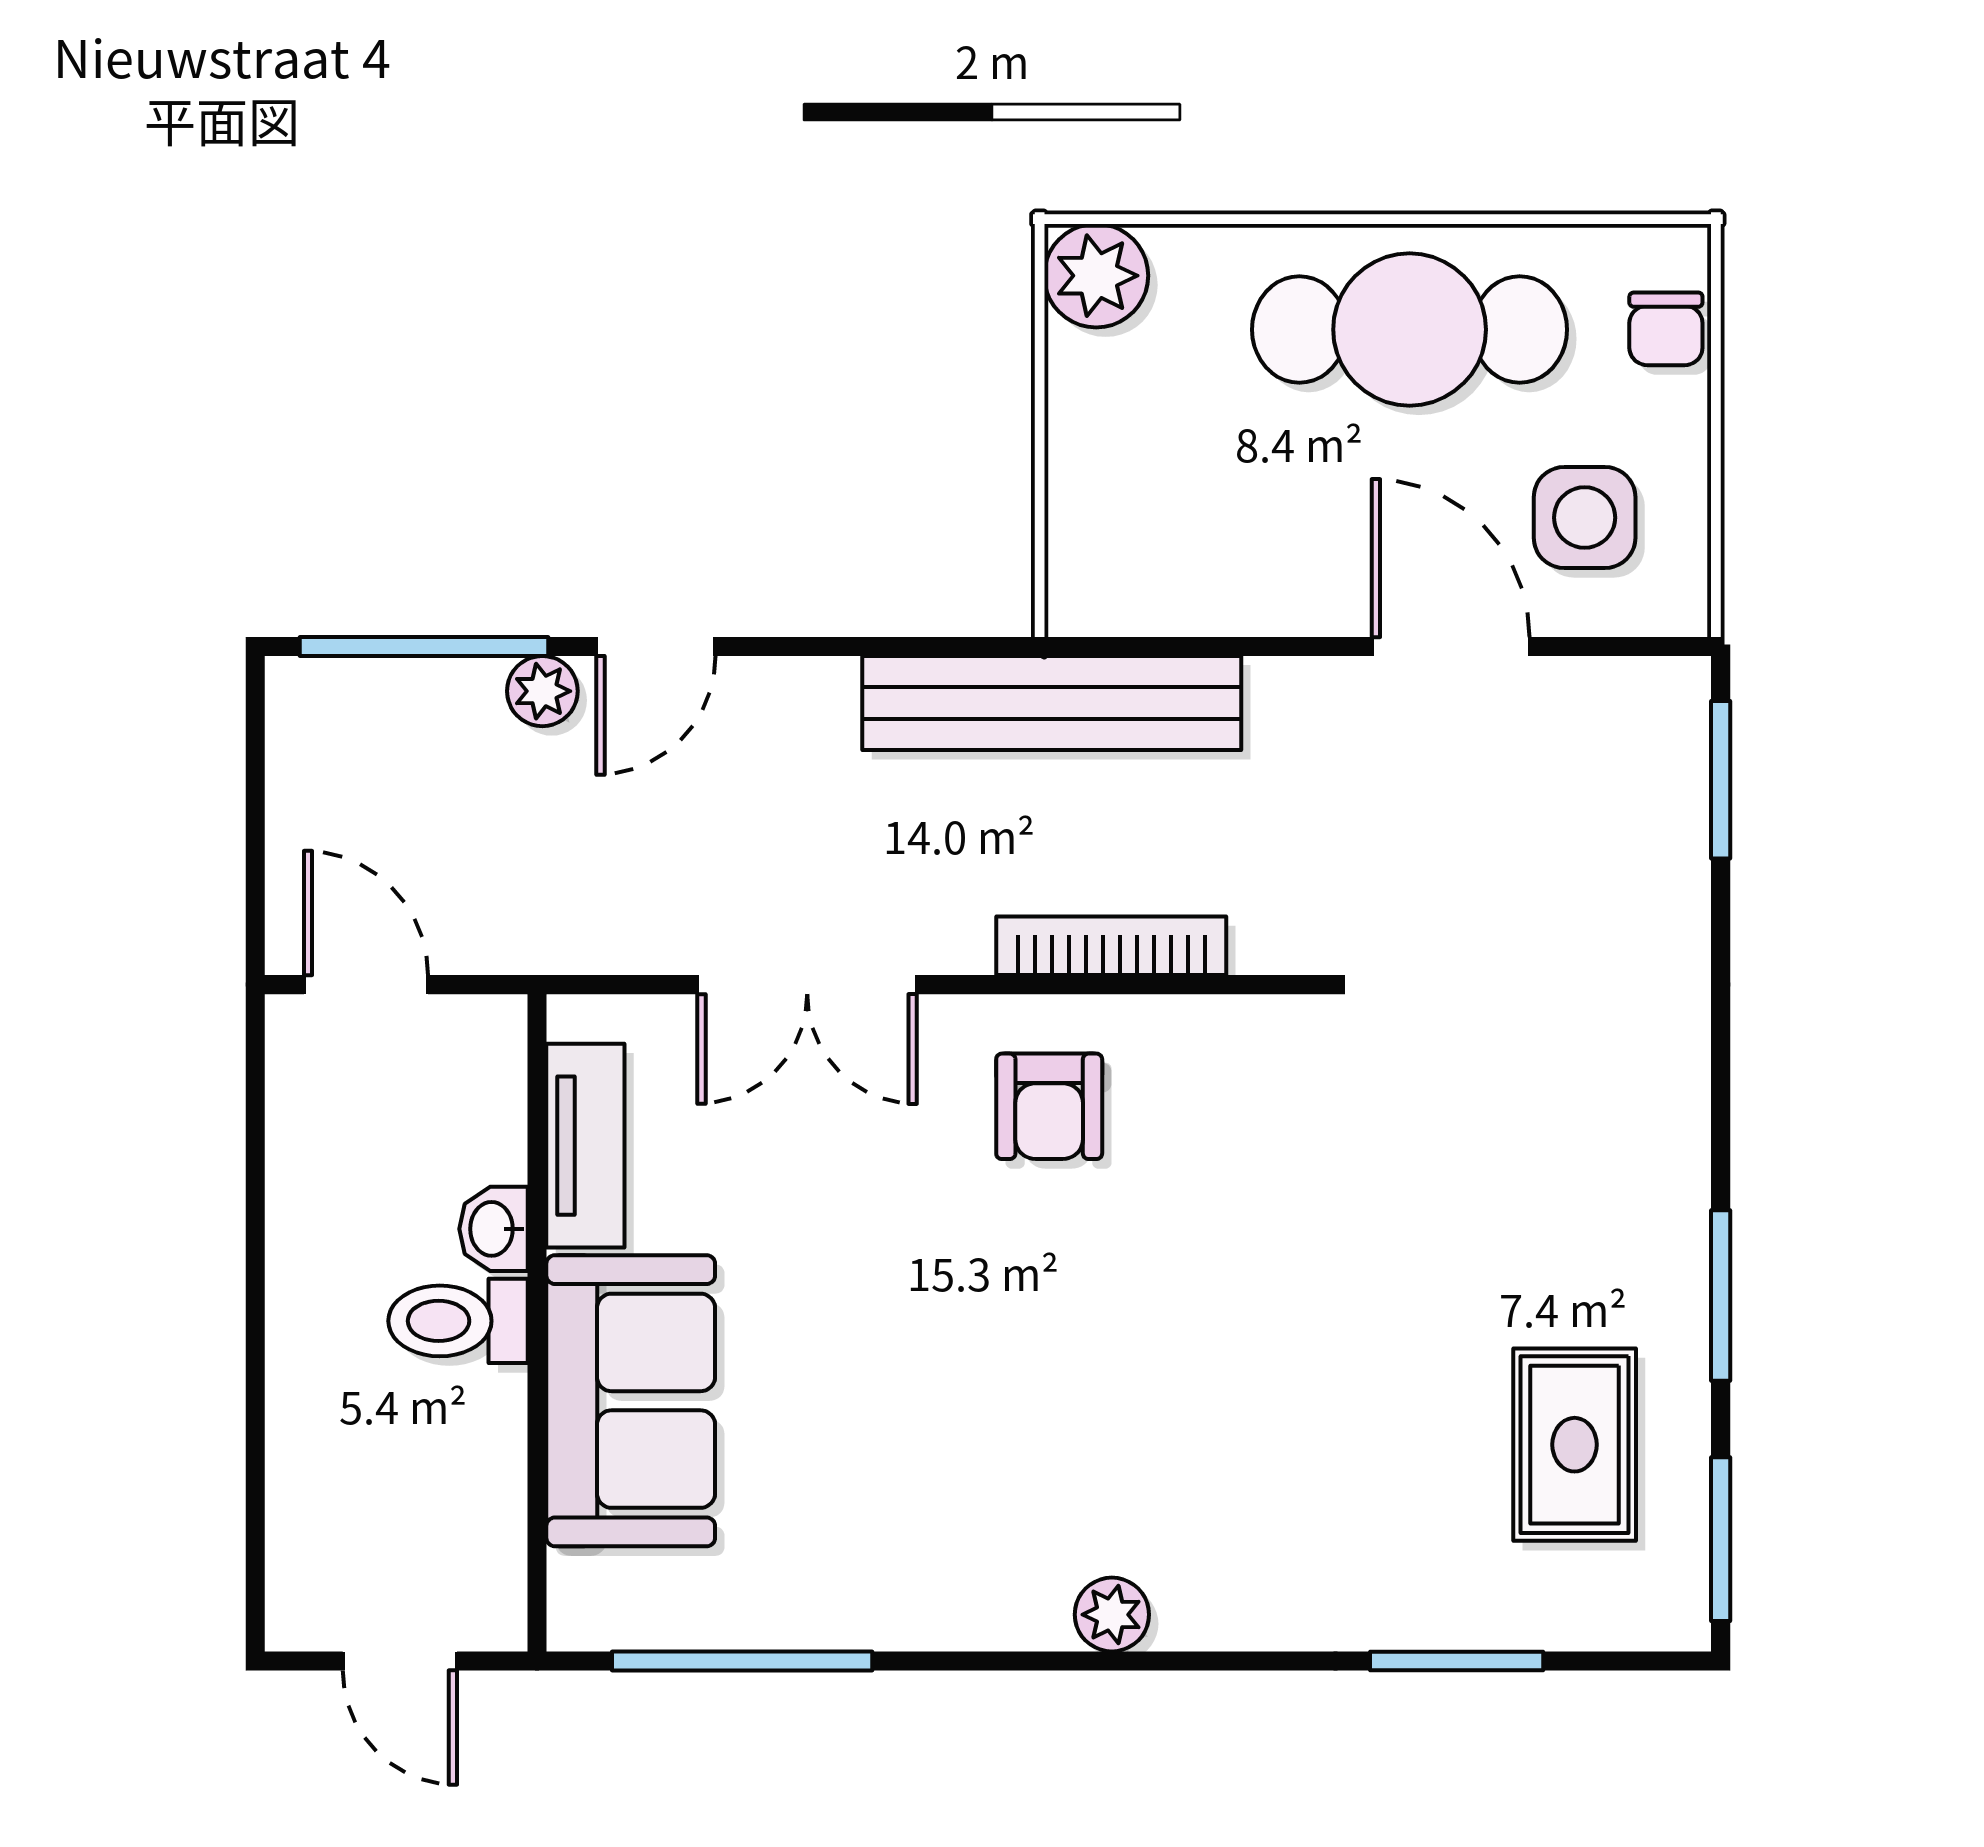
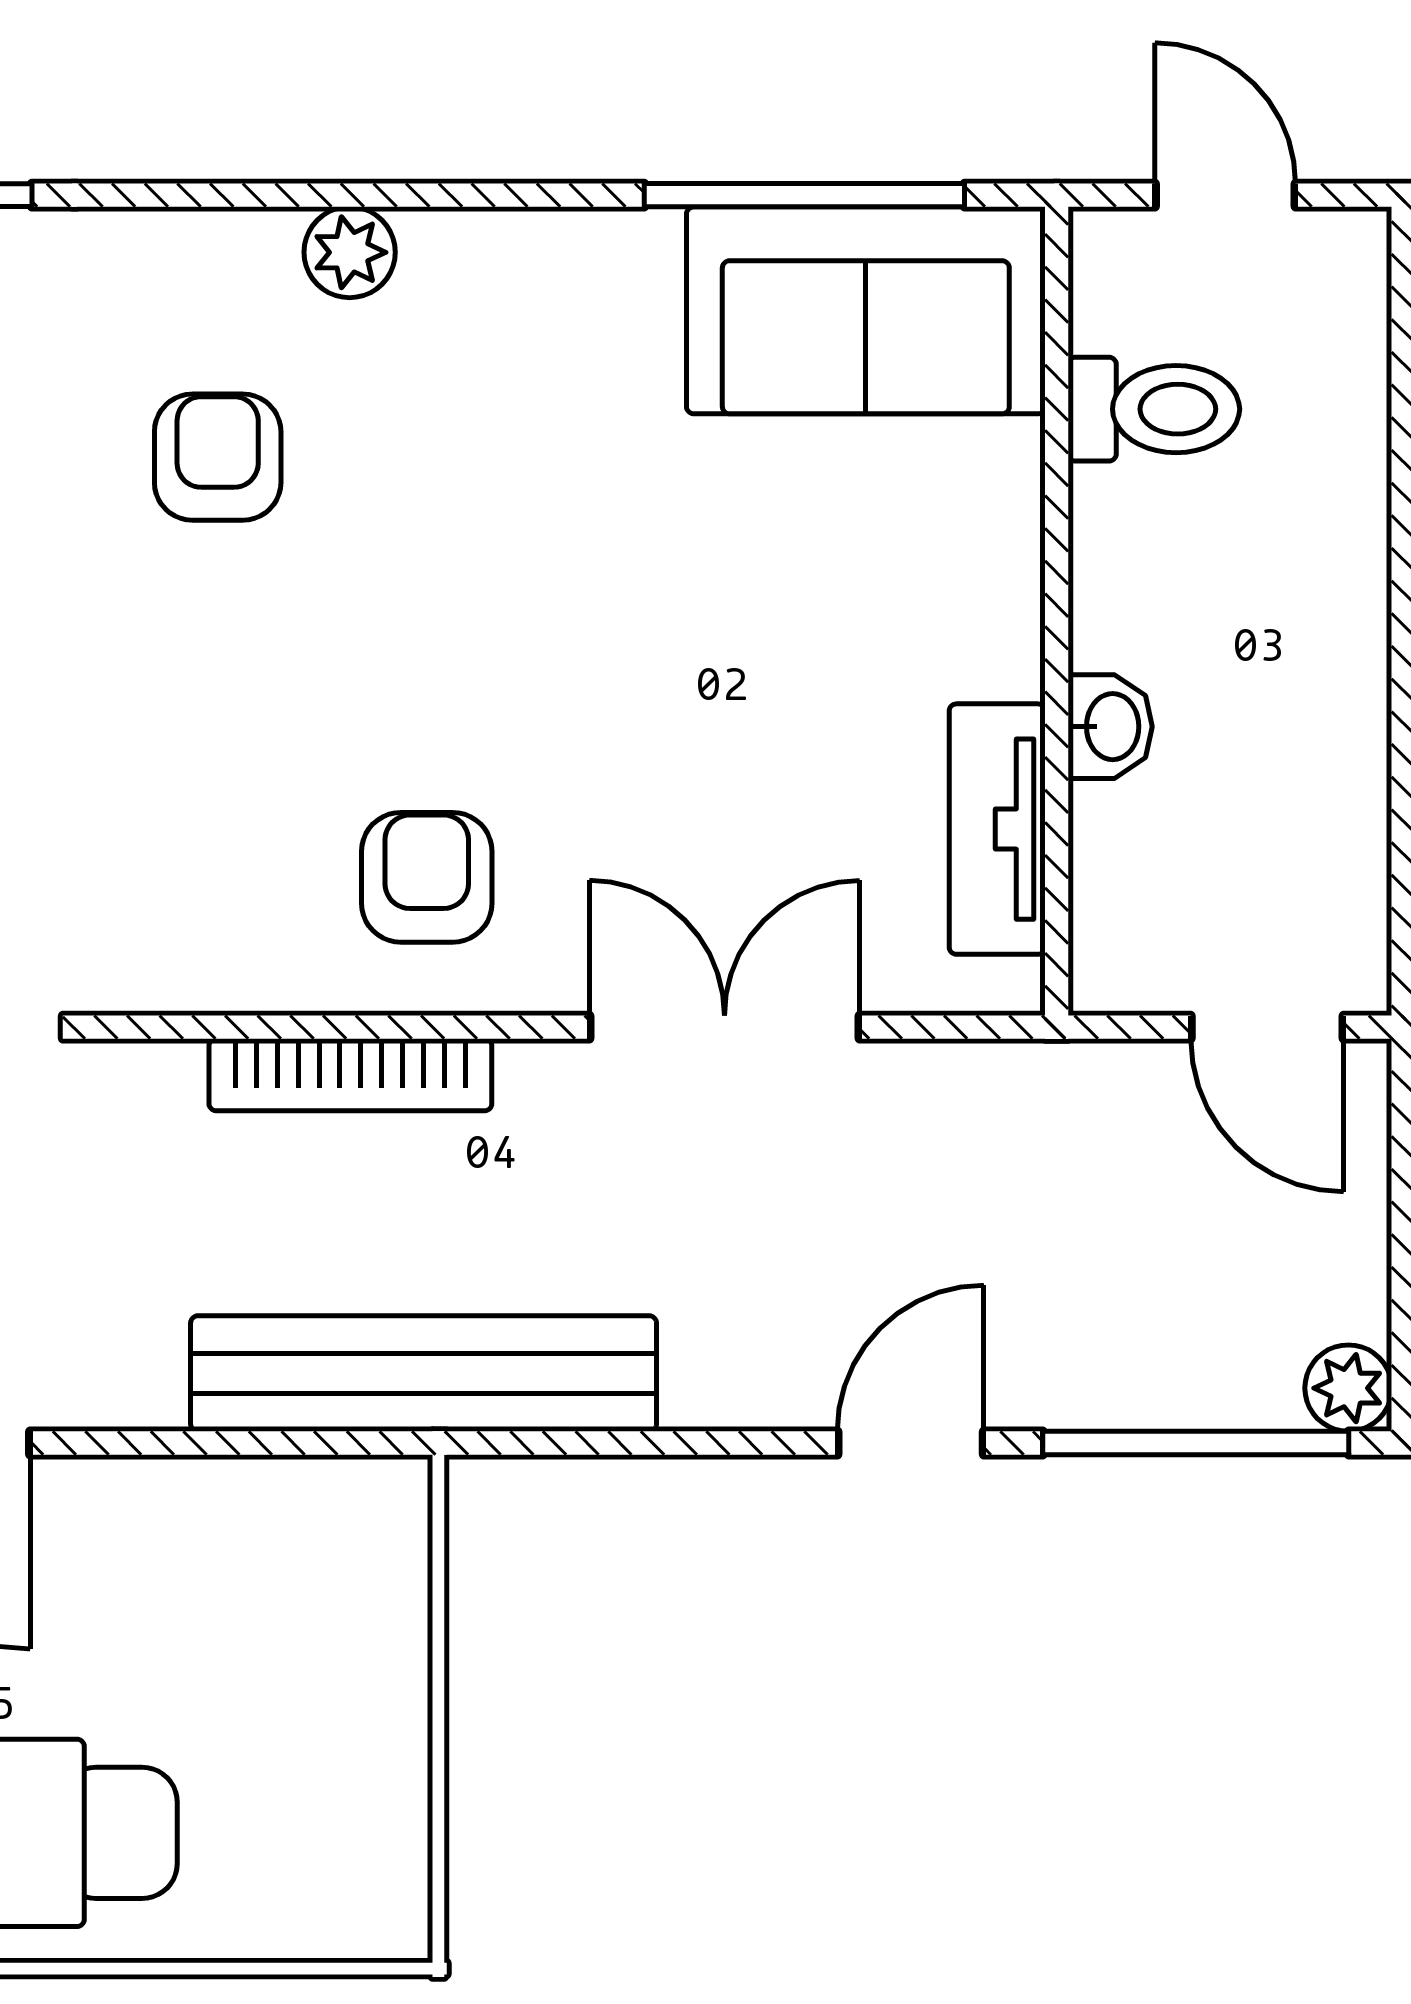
plant: (1096, 276) -> (369, 1899), removed
plant: (542, 691) -> (1348, 1388), moved
toilet: (458, 1321) -> (1154, 409), moved
sofa: (631, 1401) -> (866, 310), moved, turned -90
armchair: (1219, 1448) -> (218, 457), added

